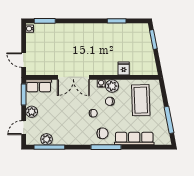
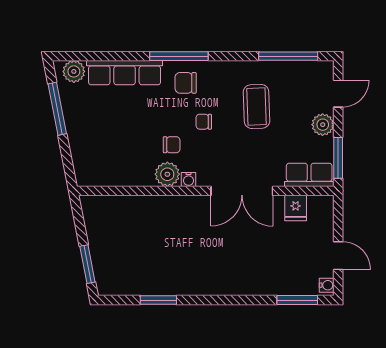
door: (24, 60) -> (338, 256), moved
fridge: (124, 69) -> (296, 208), moved
double door: (73, 77) -> (242, 191), swing flipped
coffee table: (141, 100) -> (257, 106), moved, width x0.73, depth x0.76
plant: (47, 139) -> (74, 71), moved

